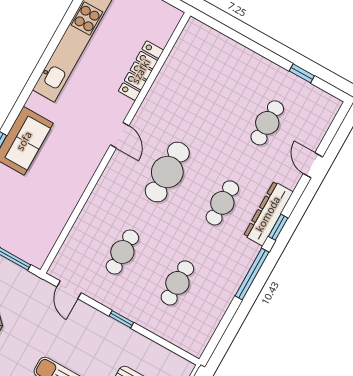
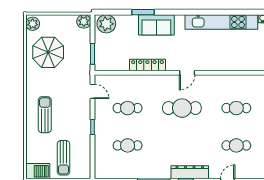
locker: (141, 71) -> (147, 65), moved
cafe table: (222, 203) -> (236, 108), moved
door: (69, 290) -> (92, 91), swing flipped

